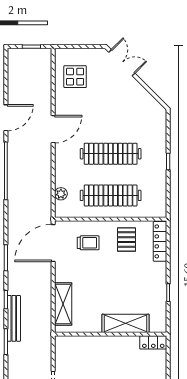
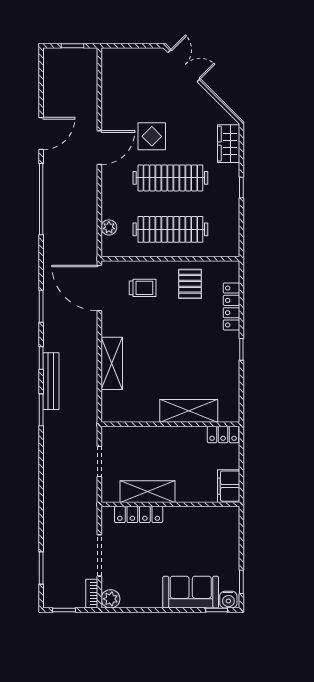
display table: (75, 77) -> (152, 136), moved
wardrobe: (158, 126) -> (229, 144), added
locker: (160, 241) -> (231, 307), moved
door: (53, 243) -> (99, 288), hinge flipped
shelving: (125, 323) -> (189, 411), moved
wall: (111, 334) -> (170, 424), moved
locker: (153, 342) -> (223, 434), moved

